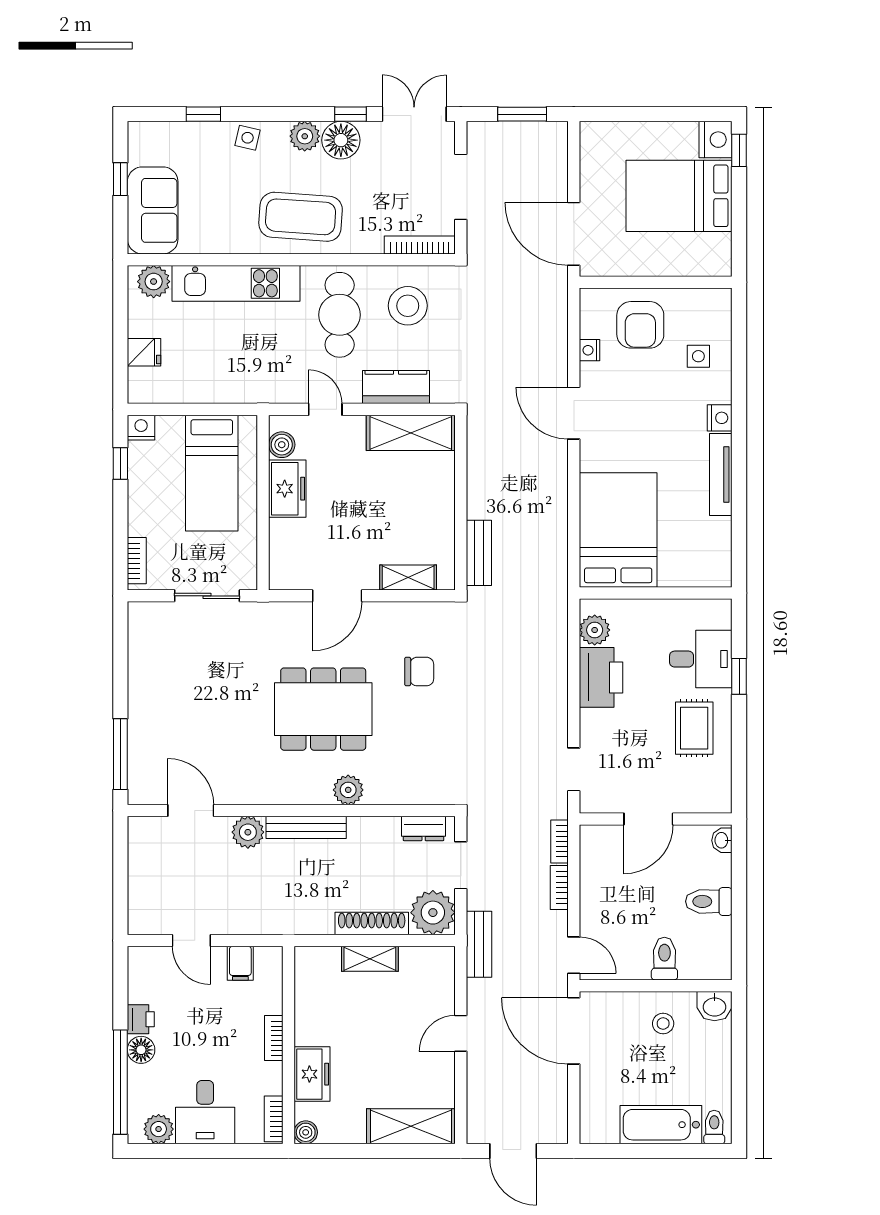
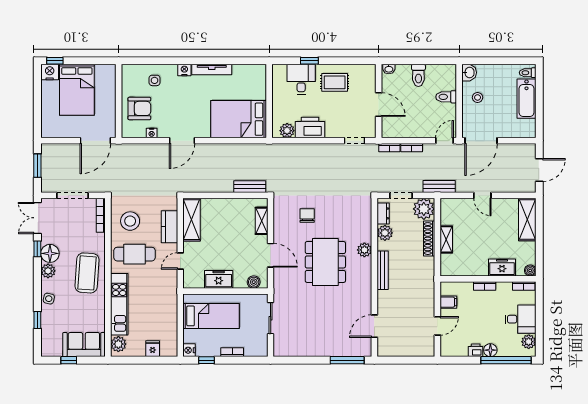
boiler: (282, 445) -> (254, 282), moved
bookcase: (137, 561) -> (232, 352), moved
plant: (248, 832) -> (385, 233), moved

